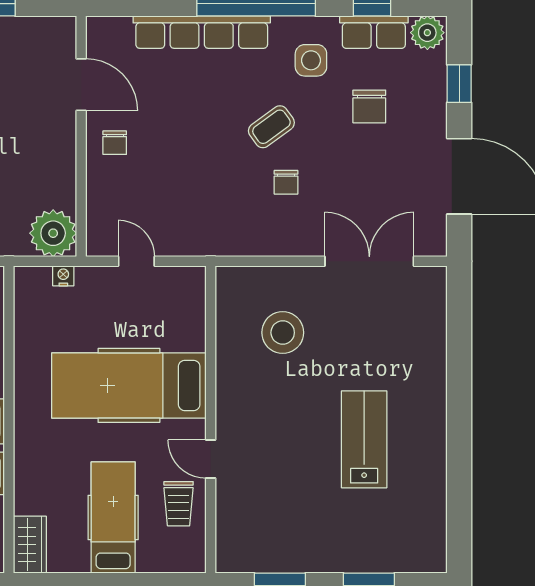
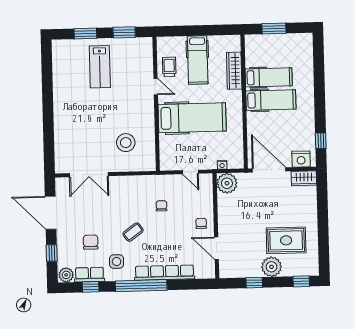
chair: (286, 182) -> (162, 206), moved
lab bench: (364, 439) -> (100, 67), moved
wardrobe: (30, 545) -> (234, 71), moved, width x1.50

